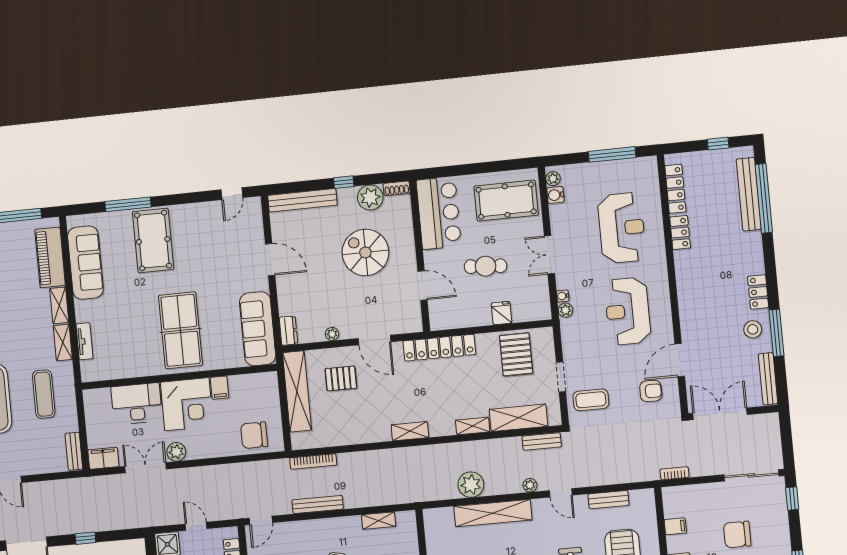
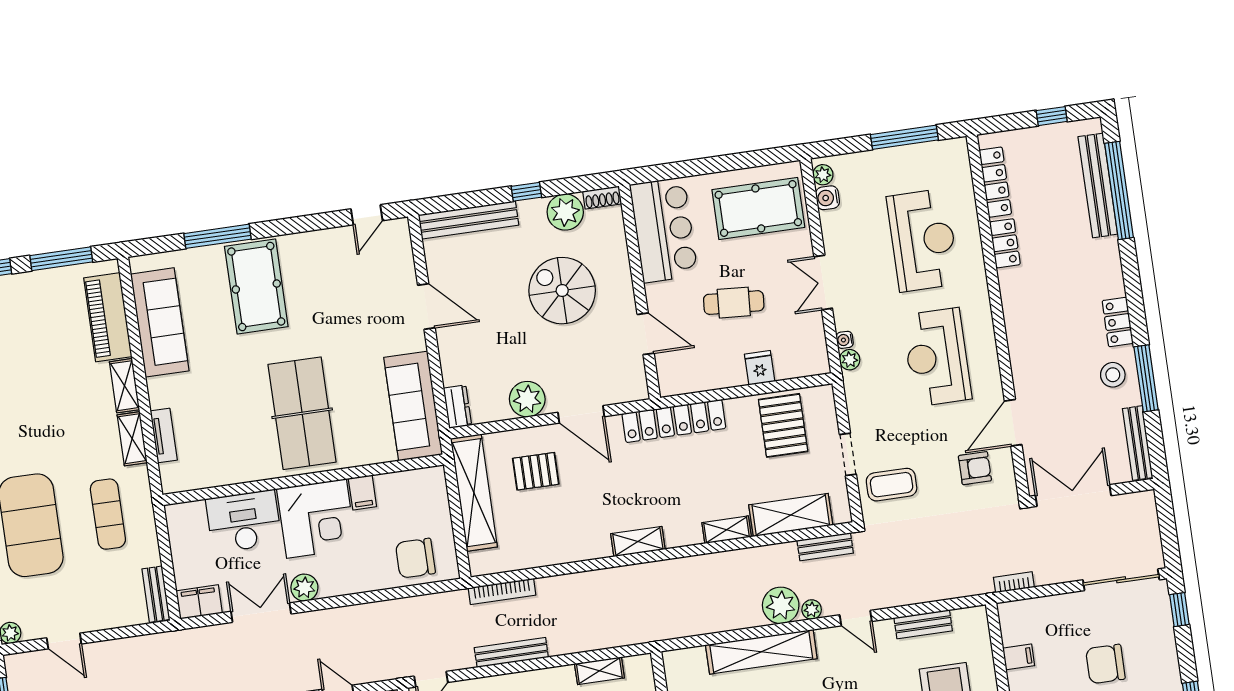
plant: (332, 334) -> (527, 399), width x1.87, depth x1.87
plant: (471, 485) -> (781, 605), moved

